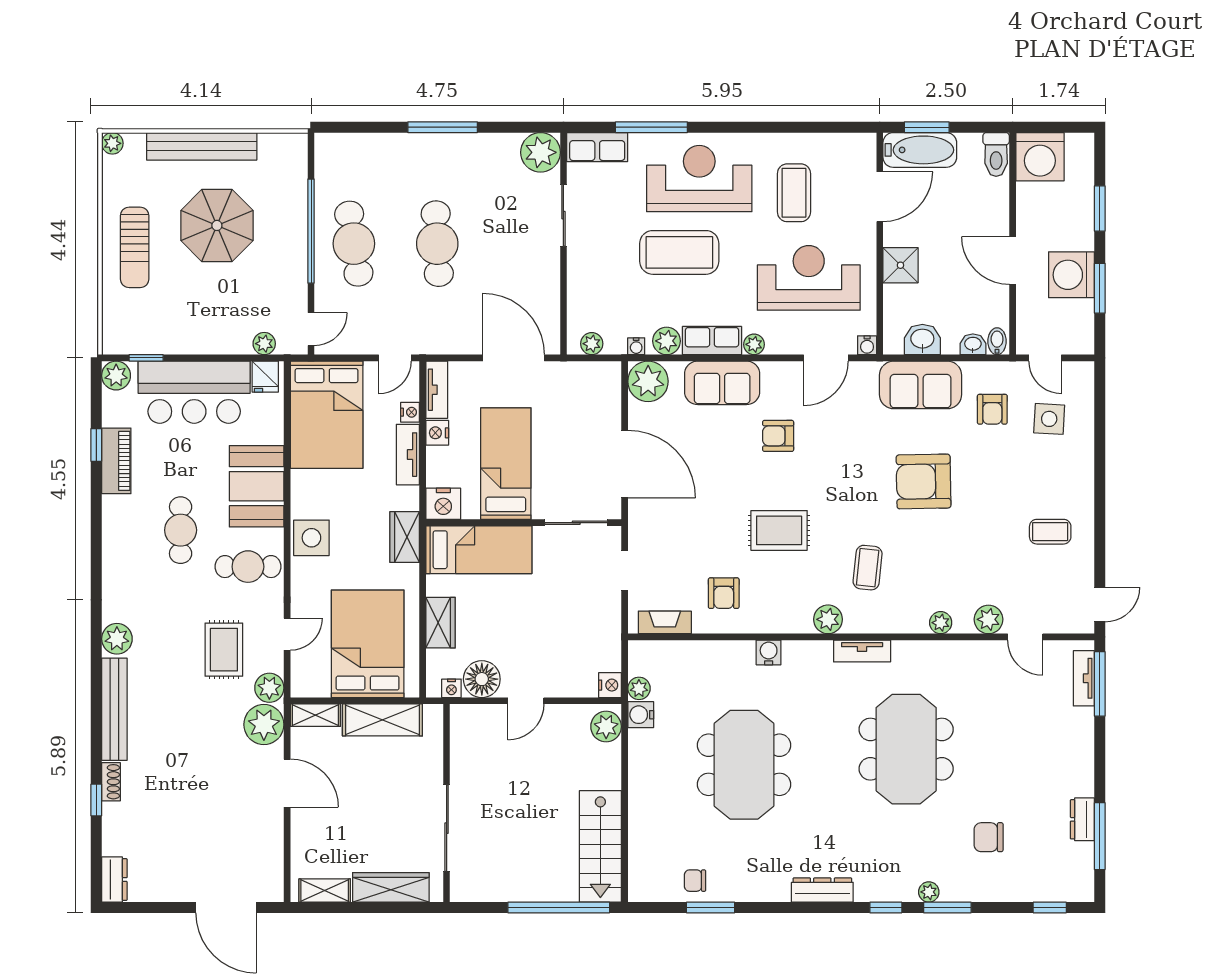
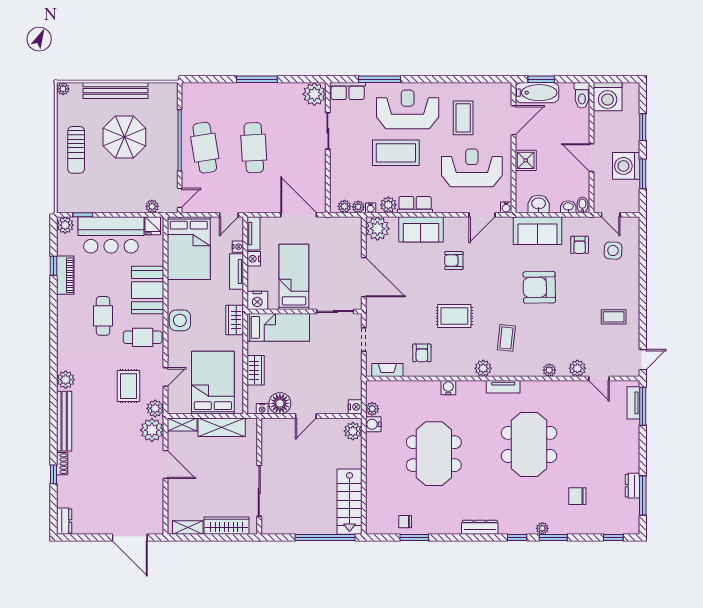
plant: (754, 344) -> (358, 207), moved

